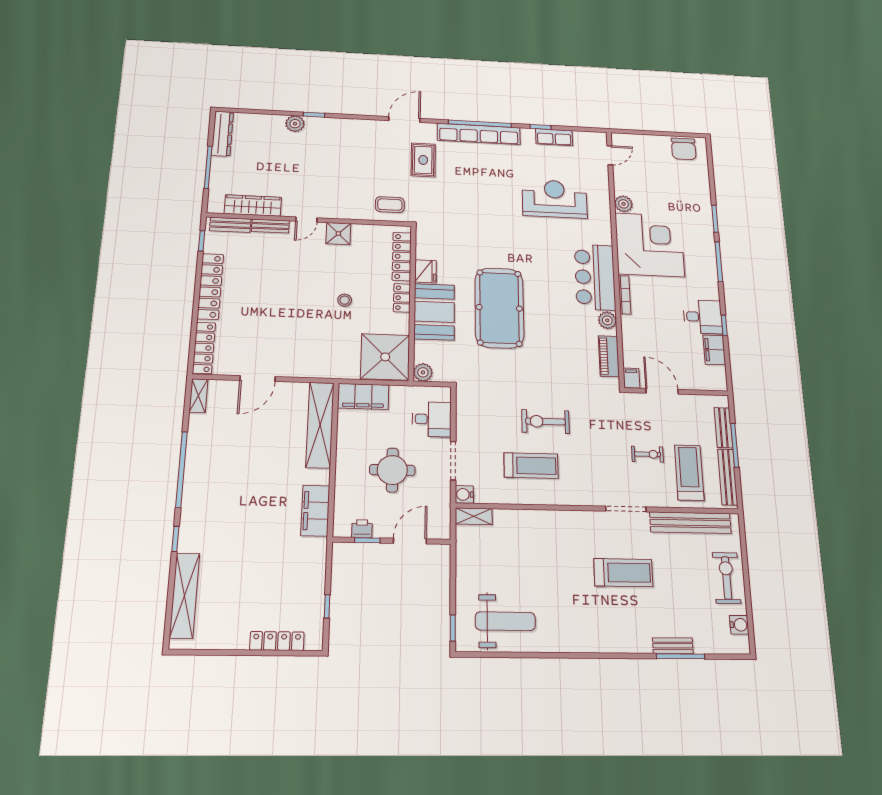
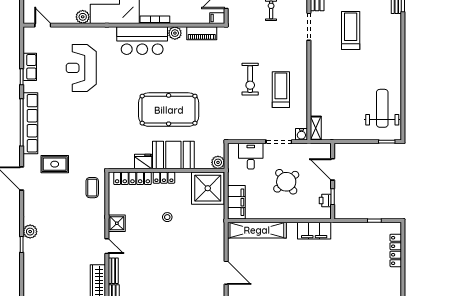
plant: (295, 124) -> (30, 232), moved
round table: (392, 470) -> (286, 182), turned -38

